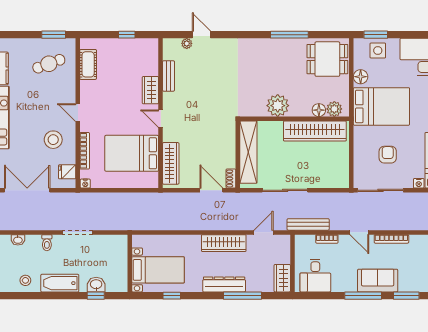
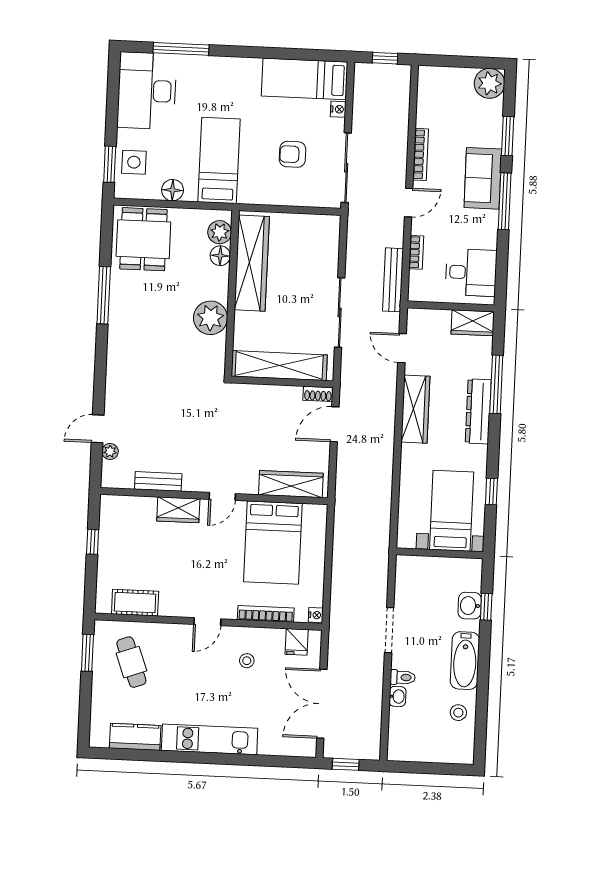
bed: (381, 106) -> (219, 161), width x0.67
stool: (53, 140) -> (247, 661), width x0.53, depth x0.53
washbasin: (18, 240) -> (397, 696), moved

